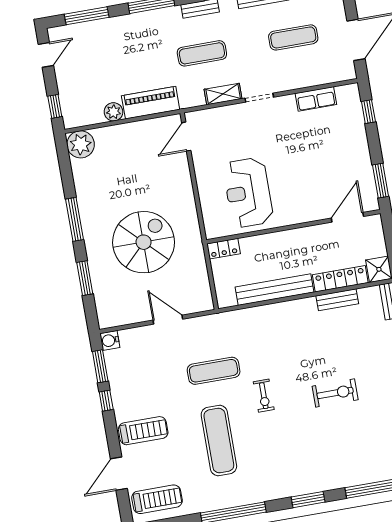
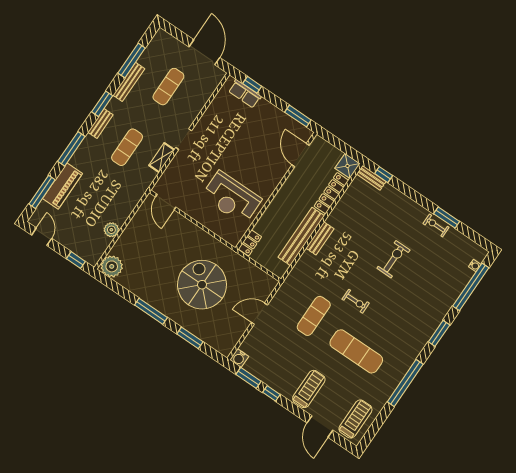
row of seats: (316, 99) -> (245, 94), moved, turned 90
piano: (151, 103) -> (63, 186), moved, turned 180
bench: (337, 300) -> (320, 238), moved

